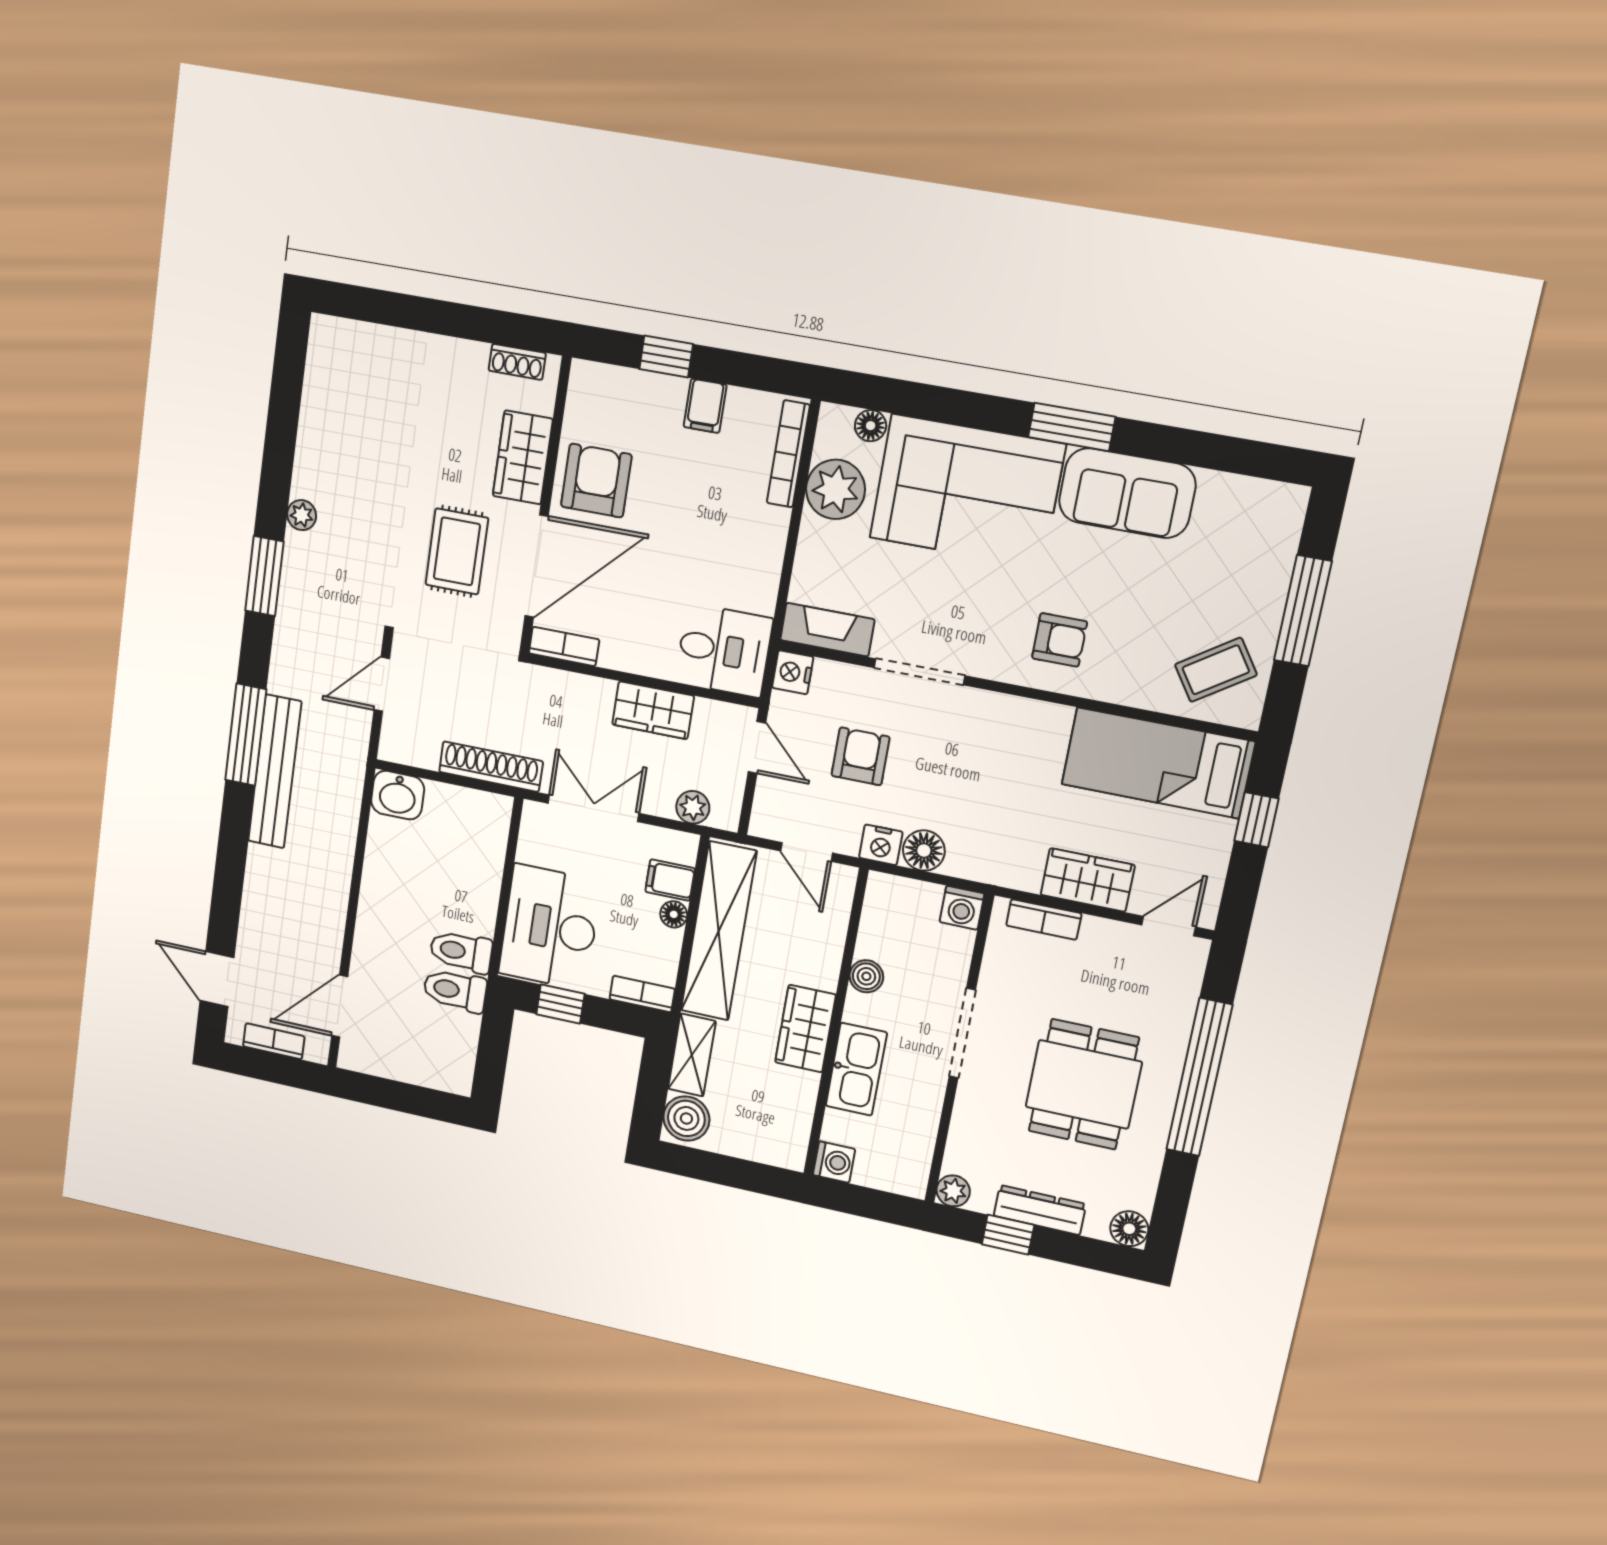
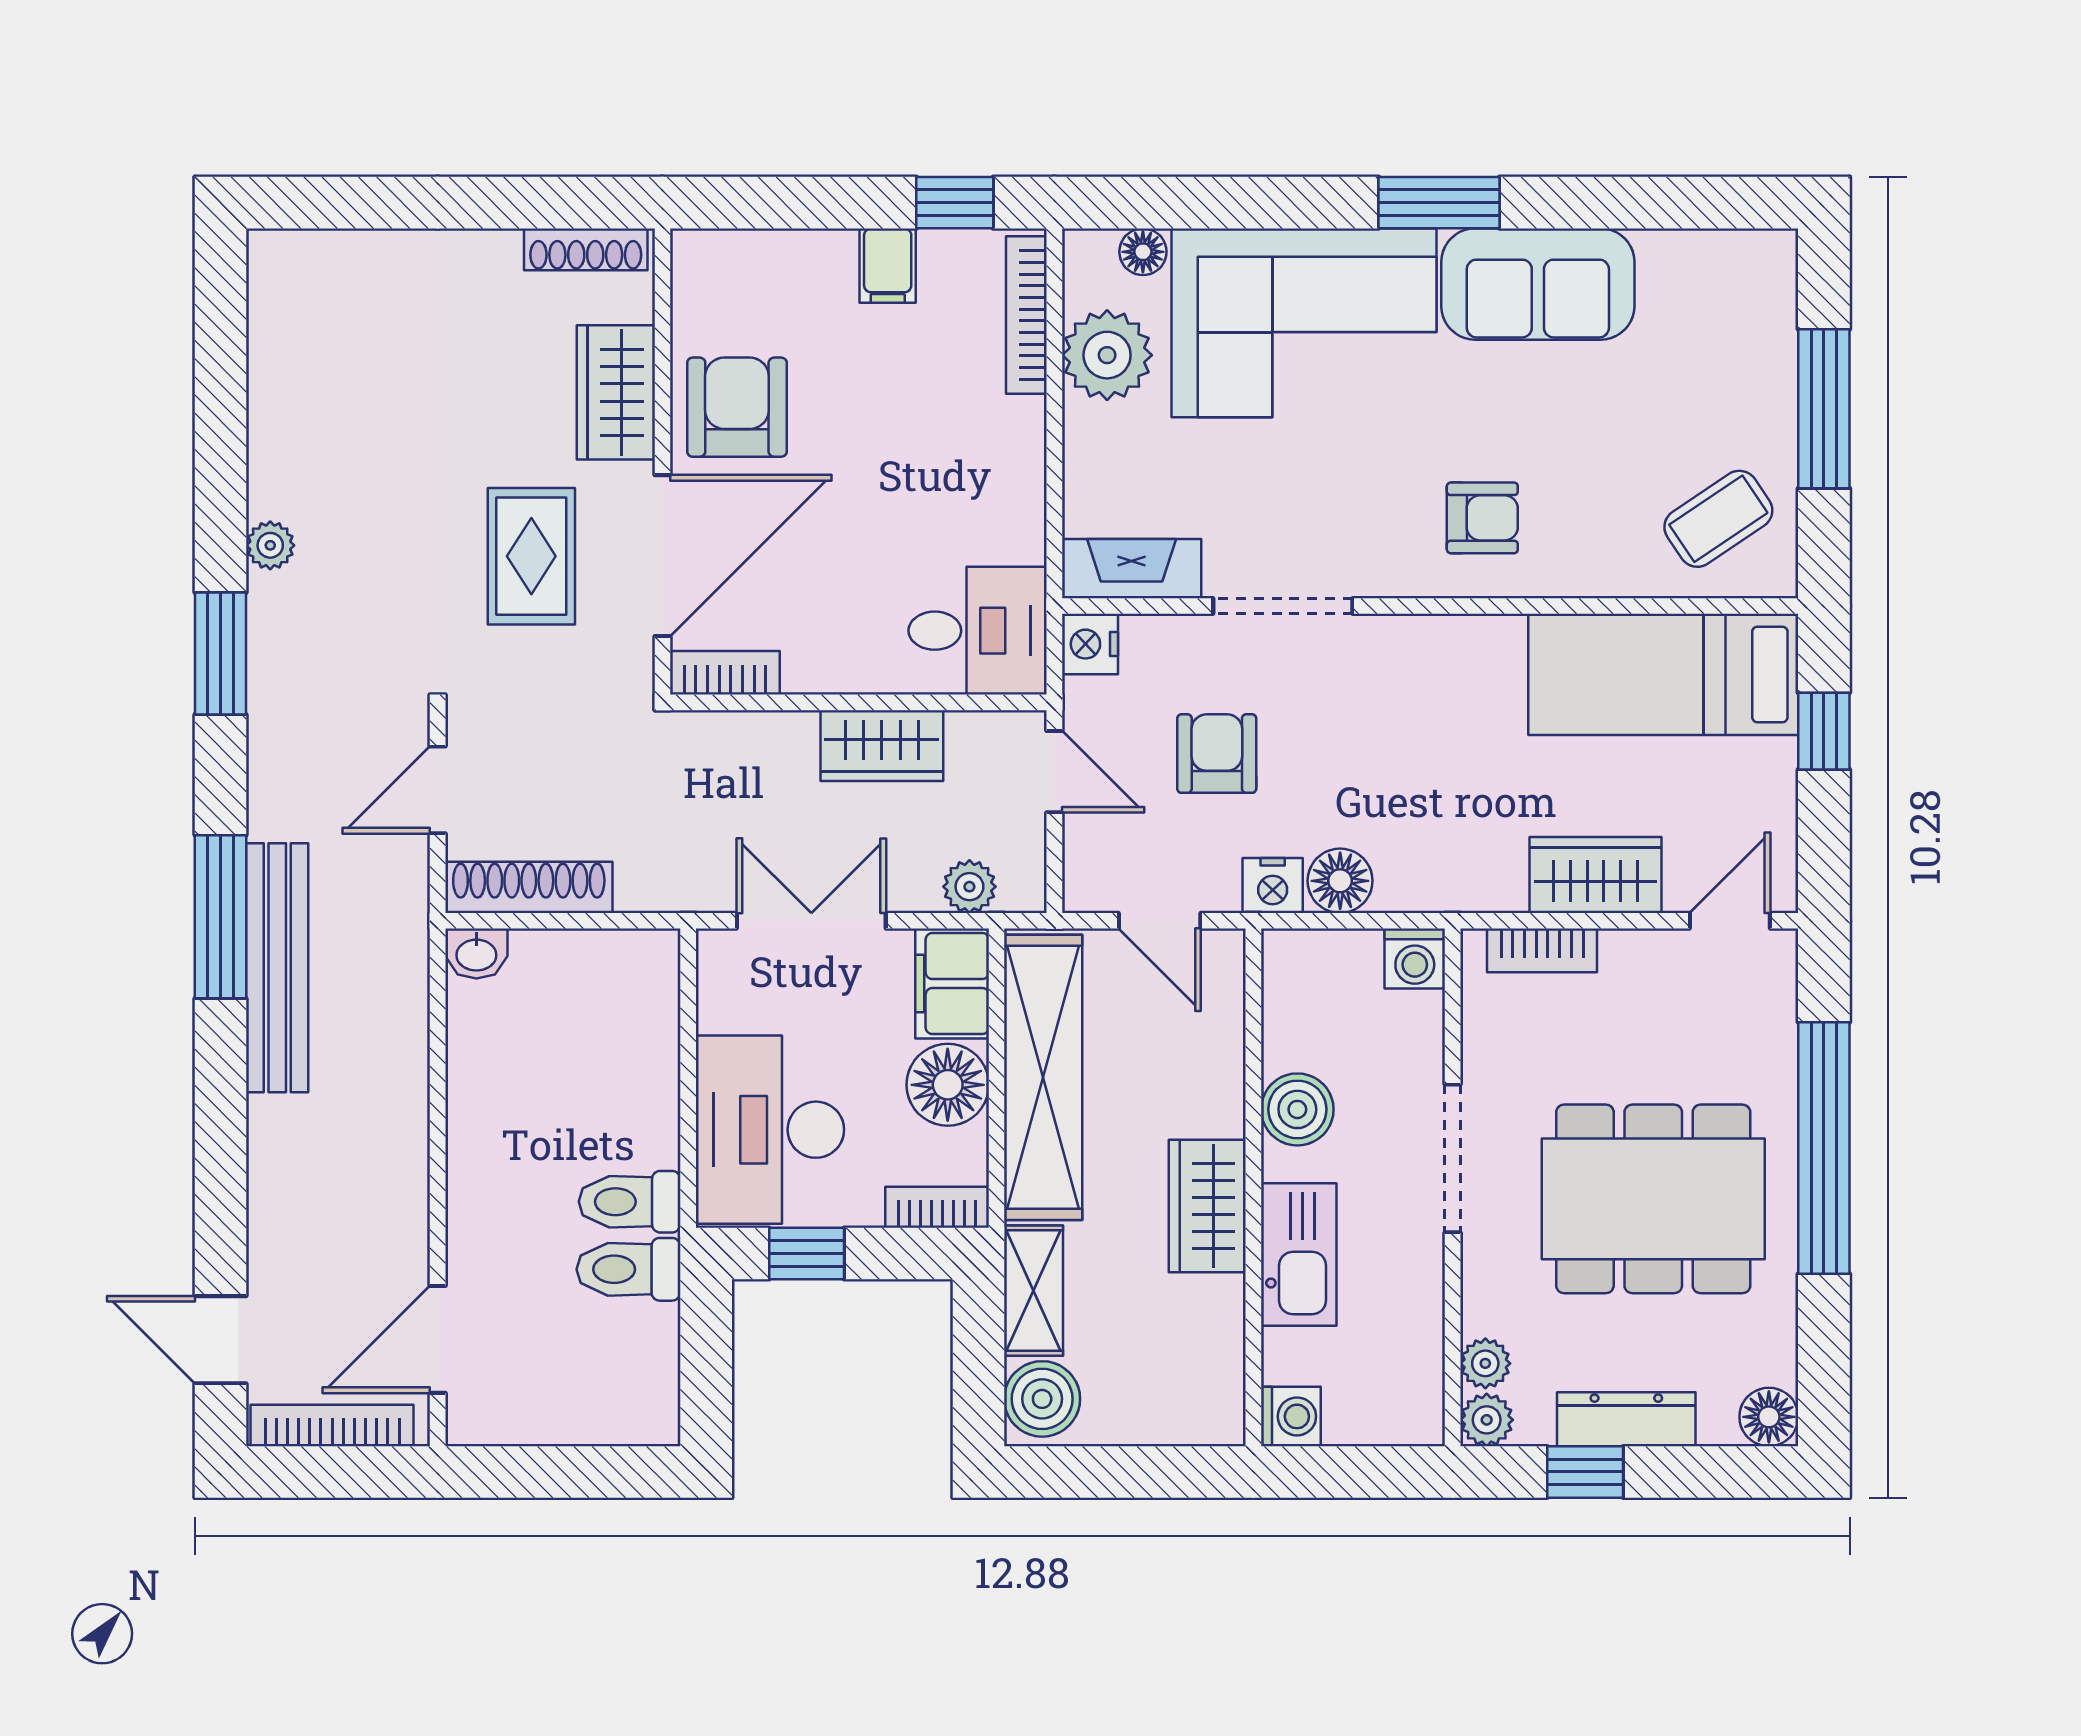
window: (666, 357) -> (955, 203), moved
shoe rack: (517, 362) -> (586, 249), width x1.43
shoe rack: (491, 767) -> (529, 887), moved
washbasin: (398, 795) -> (476, 954), width x0.72, depth x0.69
filing cabinet: (670, 880) -> (952, 984), width x2.00
floor lamp: (674, 914) -> (948, 1085), width x1.89, depth x1.89
boiler: (866, 976) -> (1297, 1109), width x1.36, depth x1.36
bookcase: (274, 1041) -> (332, 1425), width x1.56
dining table: (1084, 1084) -> (1653, 1199), width x1.38
plant: (959, 1158) -> (1485, 1363), added

